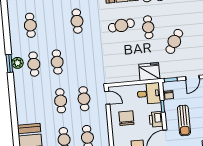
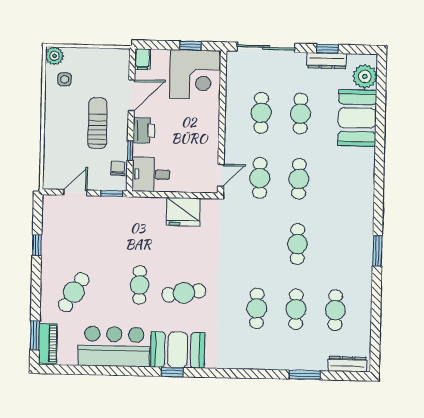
cafe table: (174, 41) -> (74, 292), moved
plant: (17, 63) -> (364, 250), removed
cafe table: (34, 64) -> (296, 309), moved
fridge: (149, 72) -> (183, 212), moved
door: (107, 98) -> (221, 175), swing flipped
chair: (126, 118) -> (193, 138), removed

